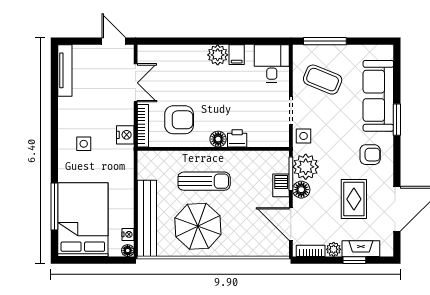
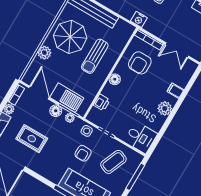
filing cabinet: (237, 55) -> (175, 91), moved
nightstand: (125, 135) -> (139, 19), moved
printer: (237, 138) -> (102, 102), moved
armchair: (370, 155) -> (83, 153), moved
plant: (306, 167) -> (70, 118), width x0.53, depth x0.53
barbecue: (281, 185) -> (67, 98), width x1.88, depth x1.53
door: (291, 224) -> (39, 93), hinge flipped
plant: (237, 247) -> (44, 53), added

